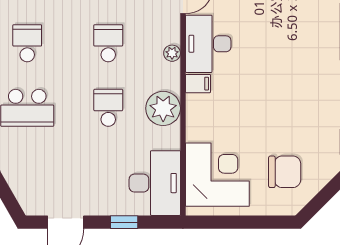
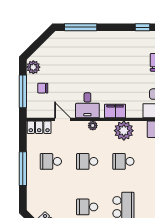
desk: (208, 44) -> (87, 105), width x0.73
filing cabinet: (198, 84) -> (115, 111), width x2.00

